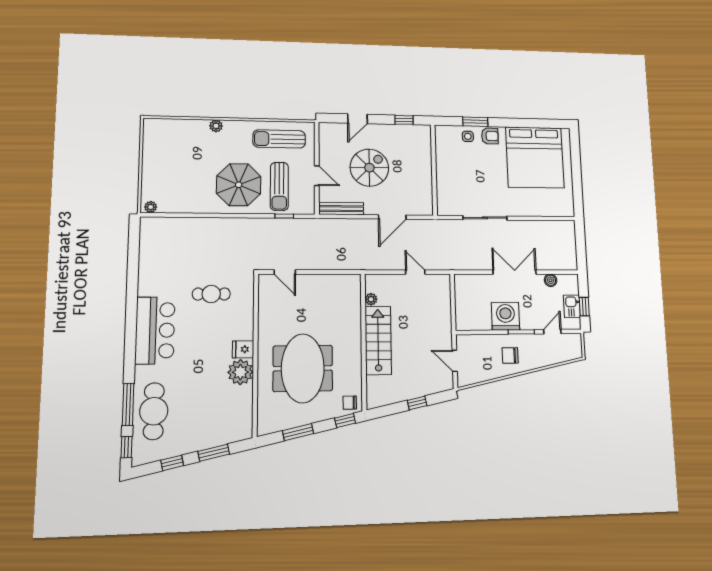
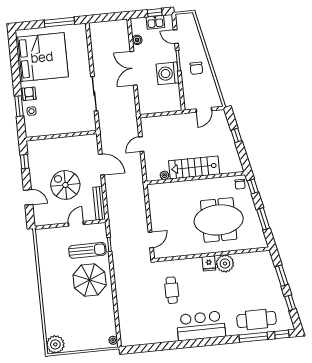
plant: (216, 126) -> (55, 344), moved, width x1.88, depth x1.88
sun lounger: (279, 139) -> (51, 254), removed
window: (577, 184) -> (59, 22), added

